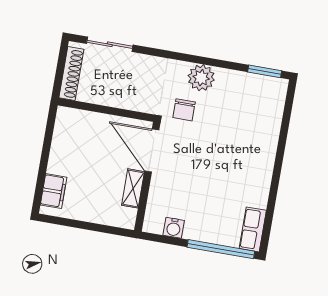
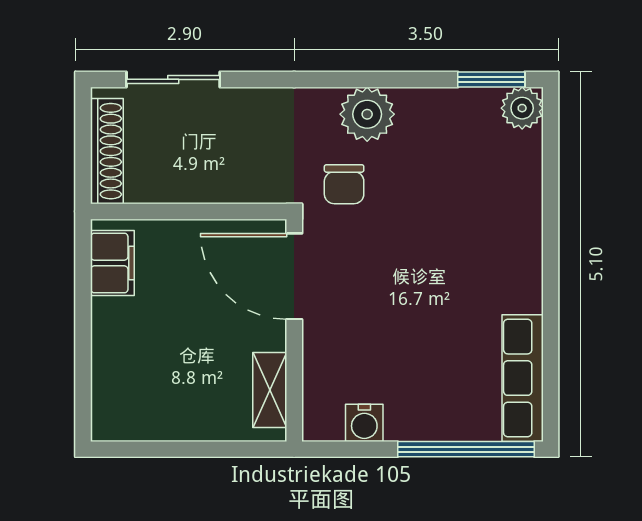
plant: (277, 88) -> (522, 108), added
shelving: (133, 188) -> (270, 390), moved
filing cabinet: (54, 191) -> (112, 263), moved
row of seats: (253, 229) -> (523, 378), width x1.48

